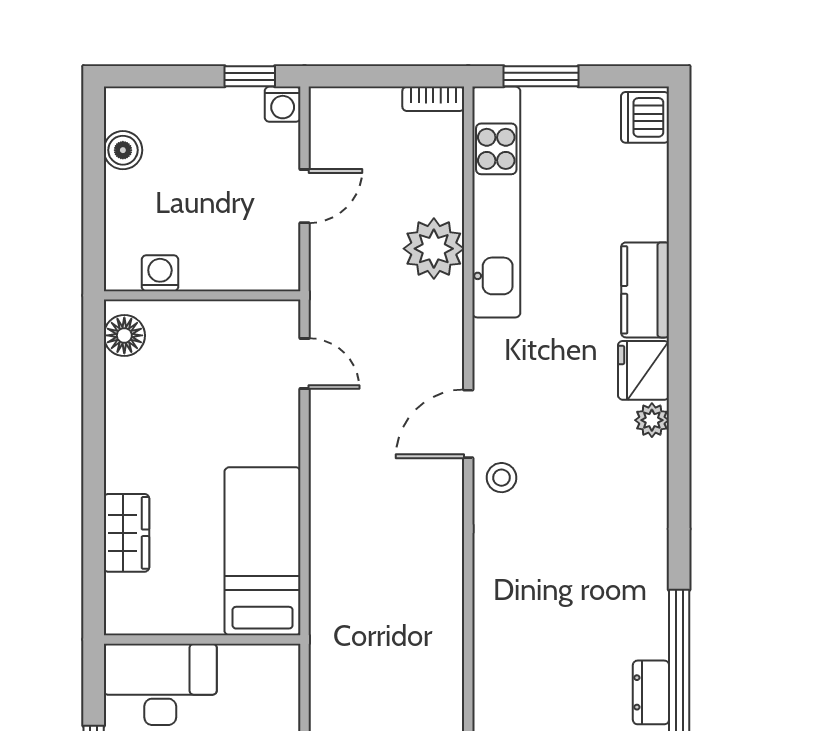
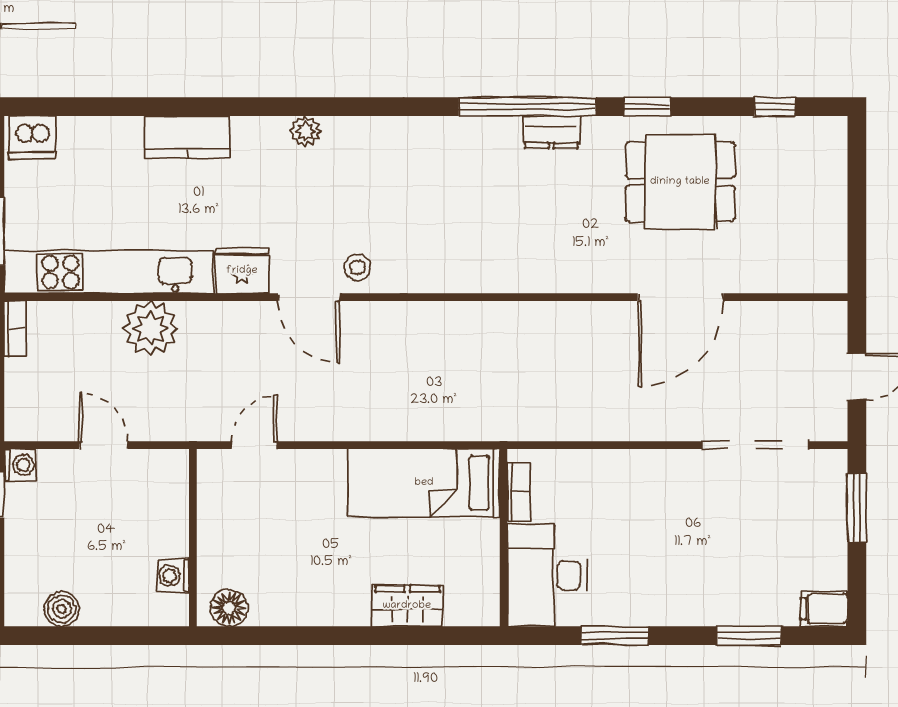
fridge: (644, 370) -> (242, 271), moved, turned 180
bookcase: (252, 656) -> (519, 492), added

